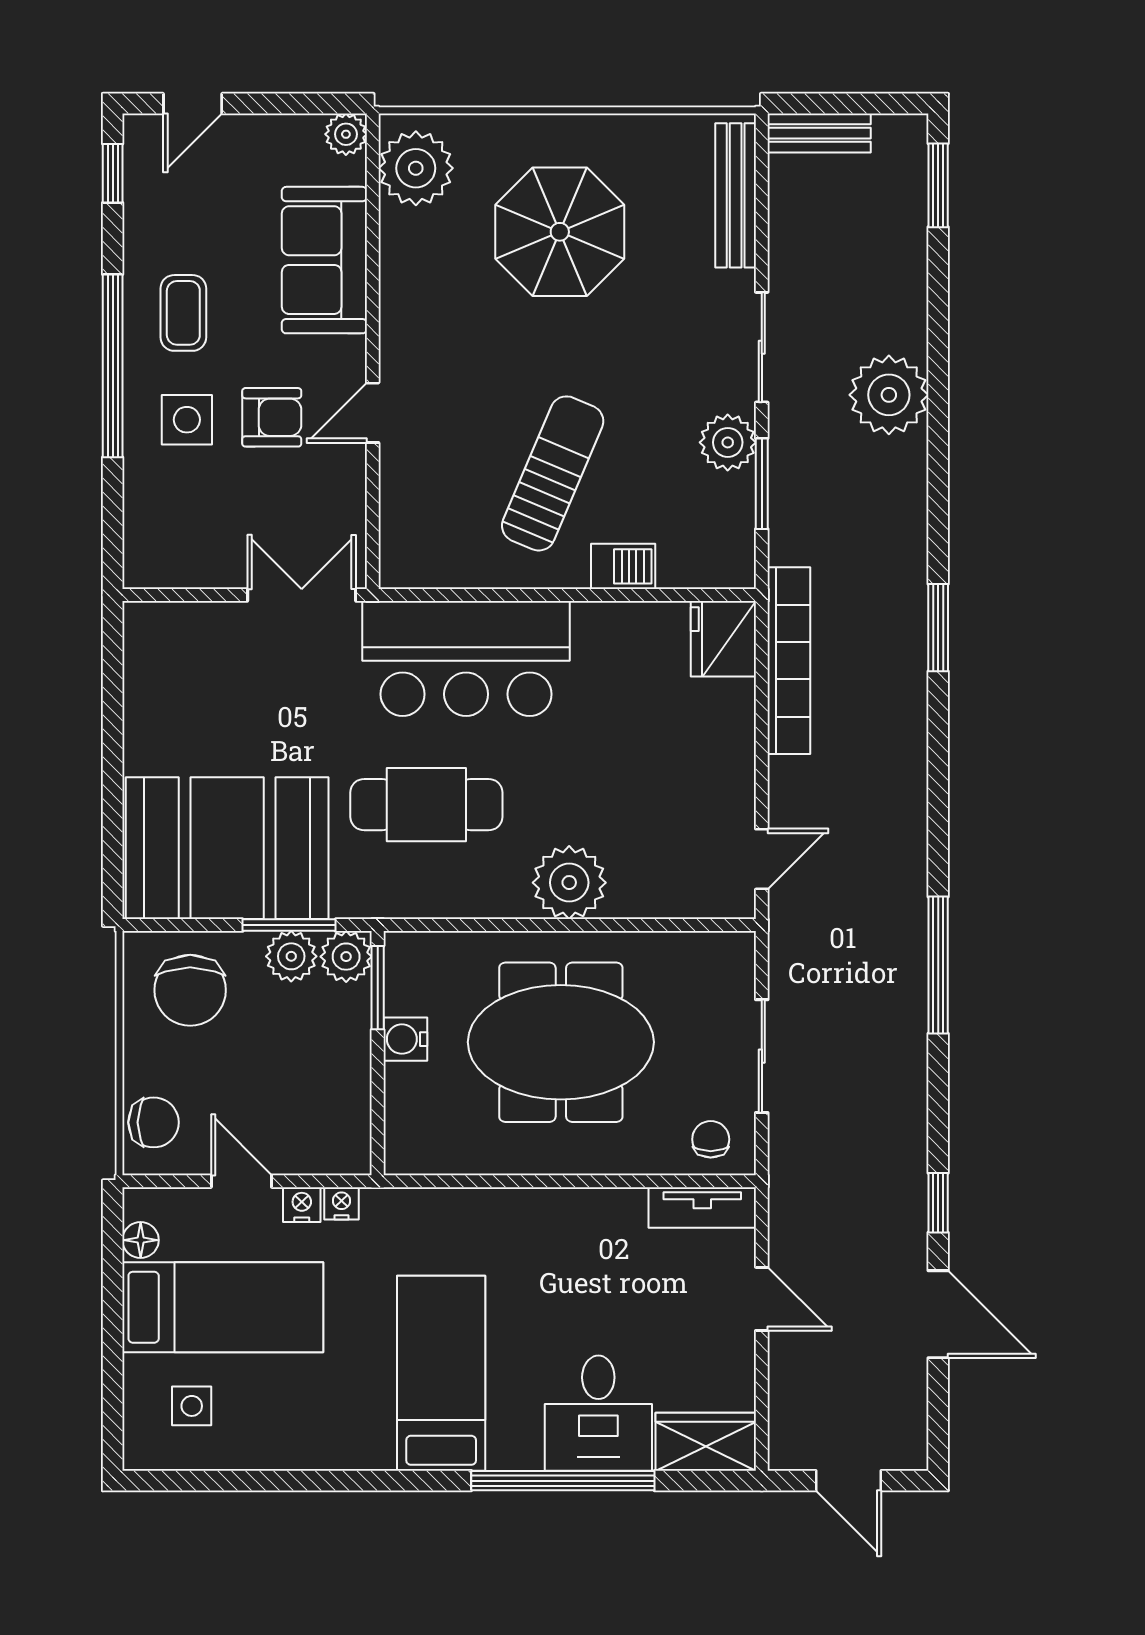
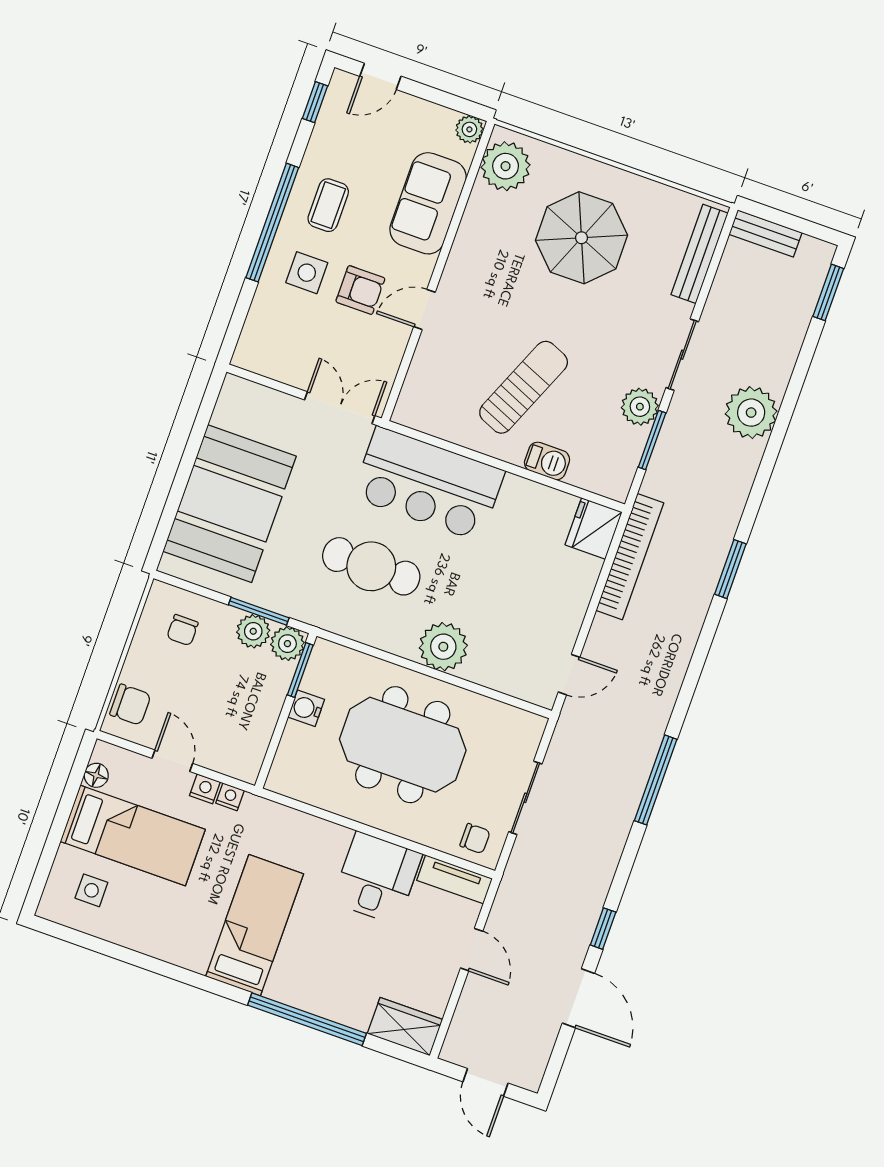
booth: (227, 848) -> (230, 504), moved, turned 90
chair: (190, 990) -> (183, 630), width x0.54, depth x0.54
chair: (711, 1139) -> (475, 839), turned 90
desk: (598, 1413) -> (377, 878), moved, turned 180

